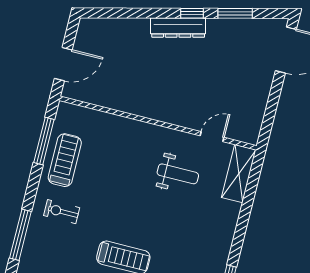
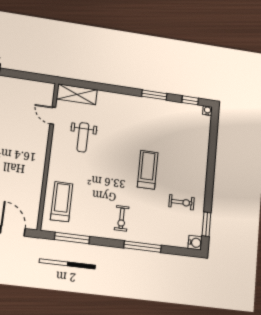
treadmill: (65, 160) -> (62, 202), moved, turned 90
weight bench: (178, 174) -> (83, 137), turned 180

